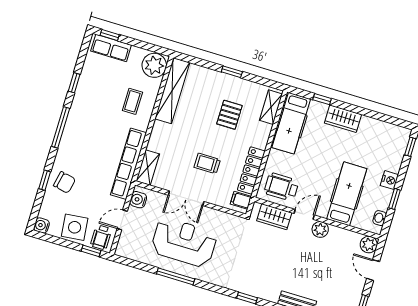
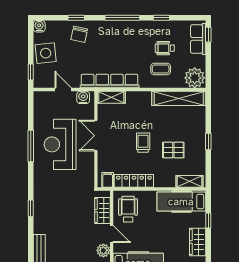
trolley: (207, 163) -> (143, 143), moved
wheelchair: (101, 237) -> (165, 48), moved
reception desk: (184, 242) -> (60, 144), turned 180

